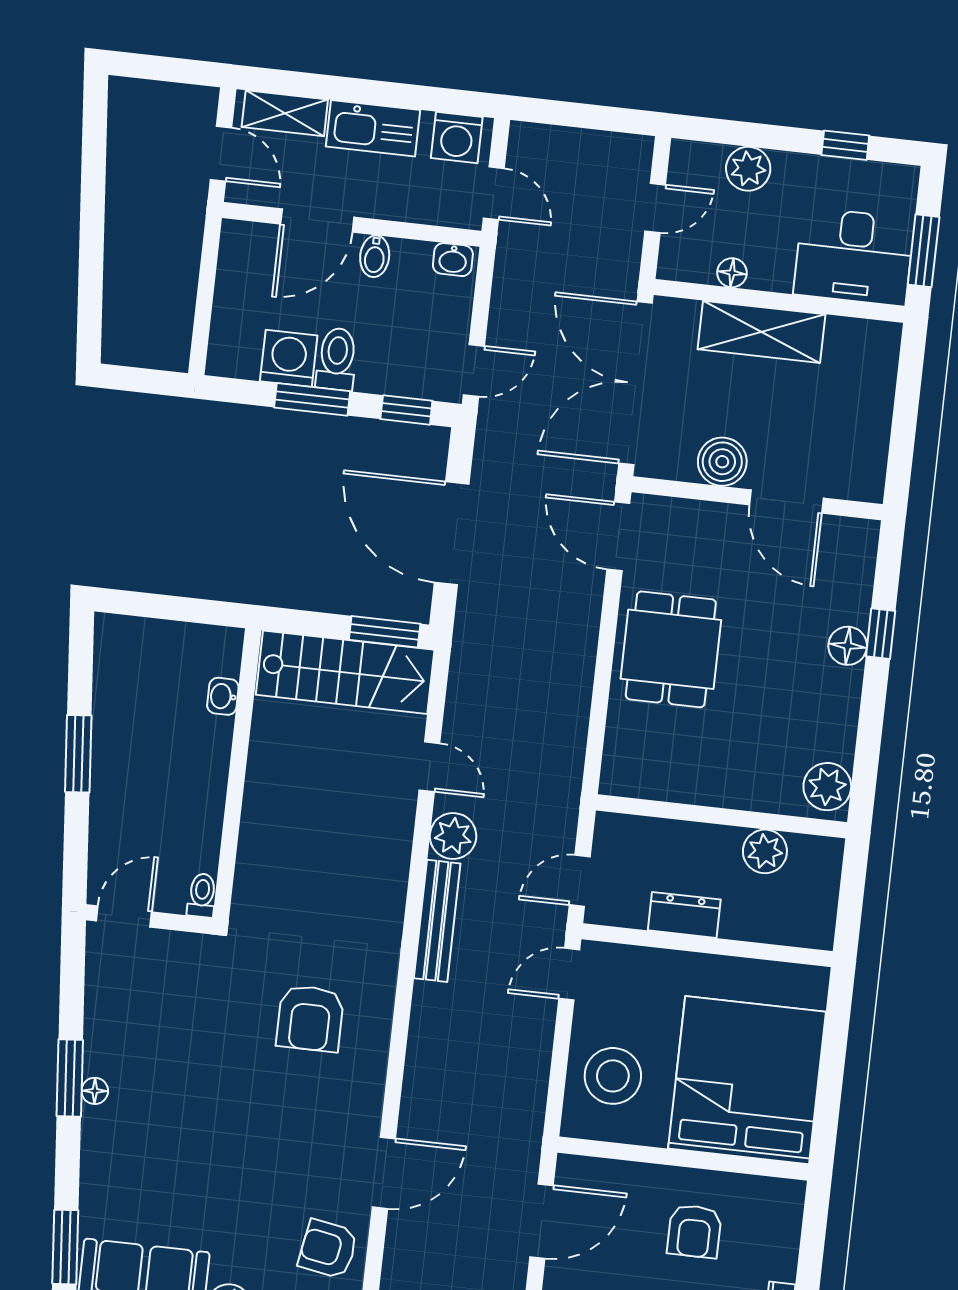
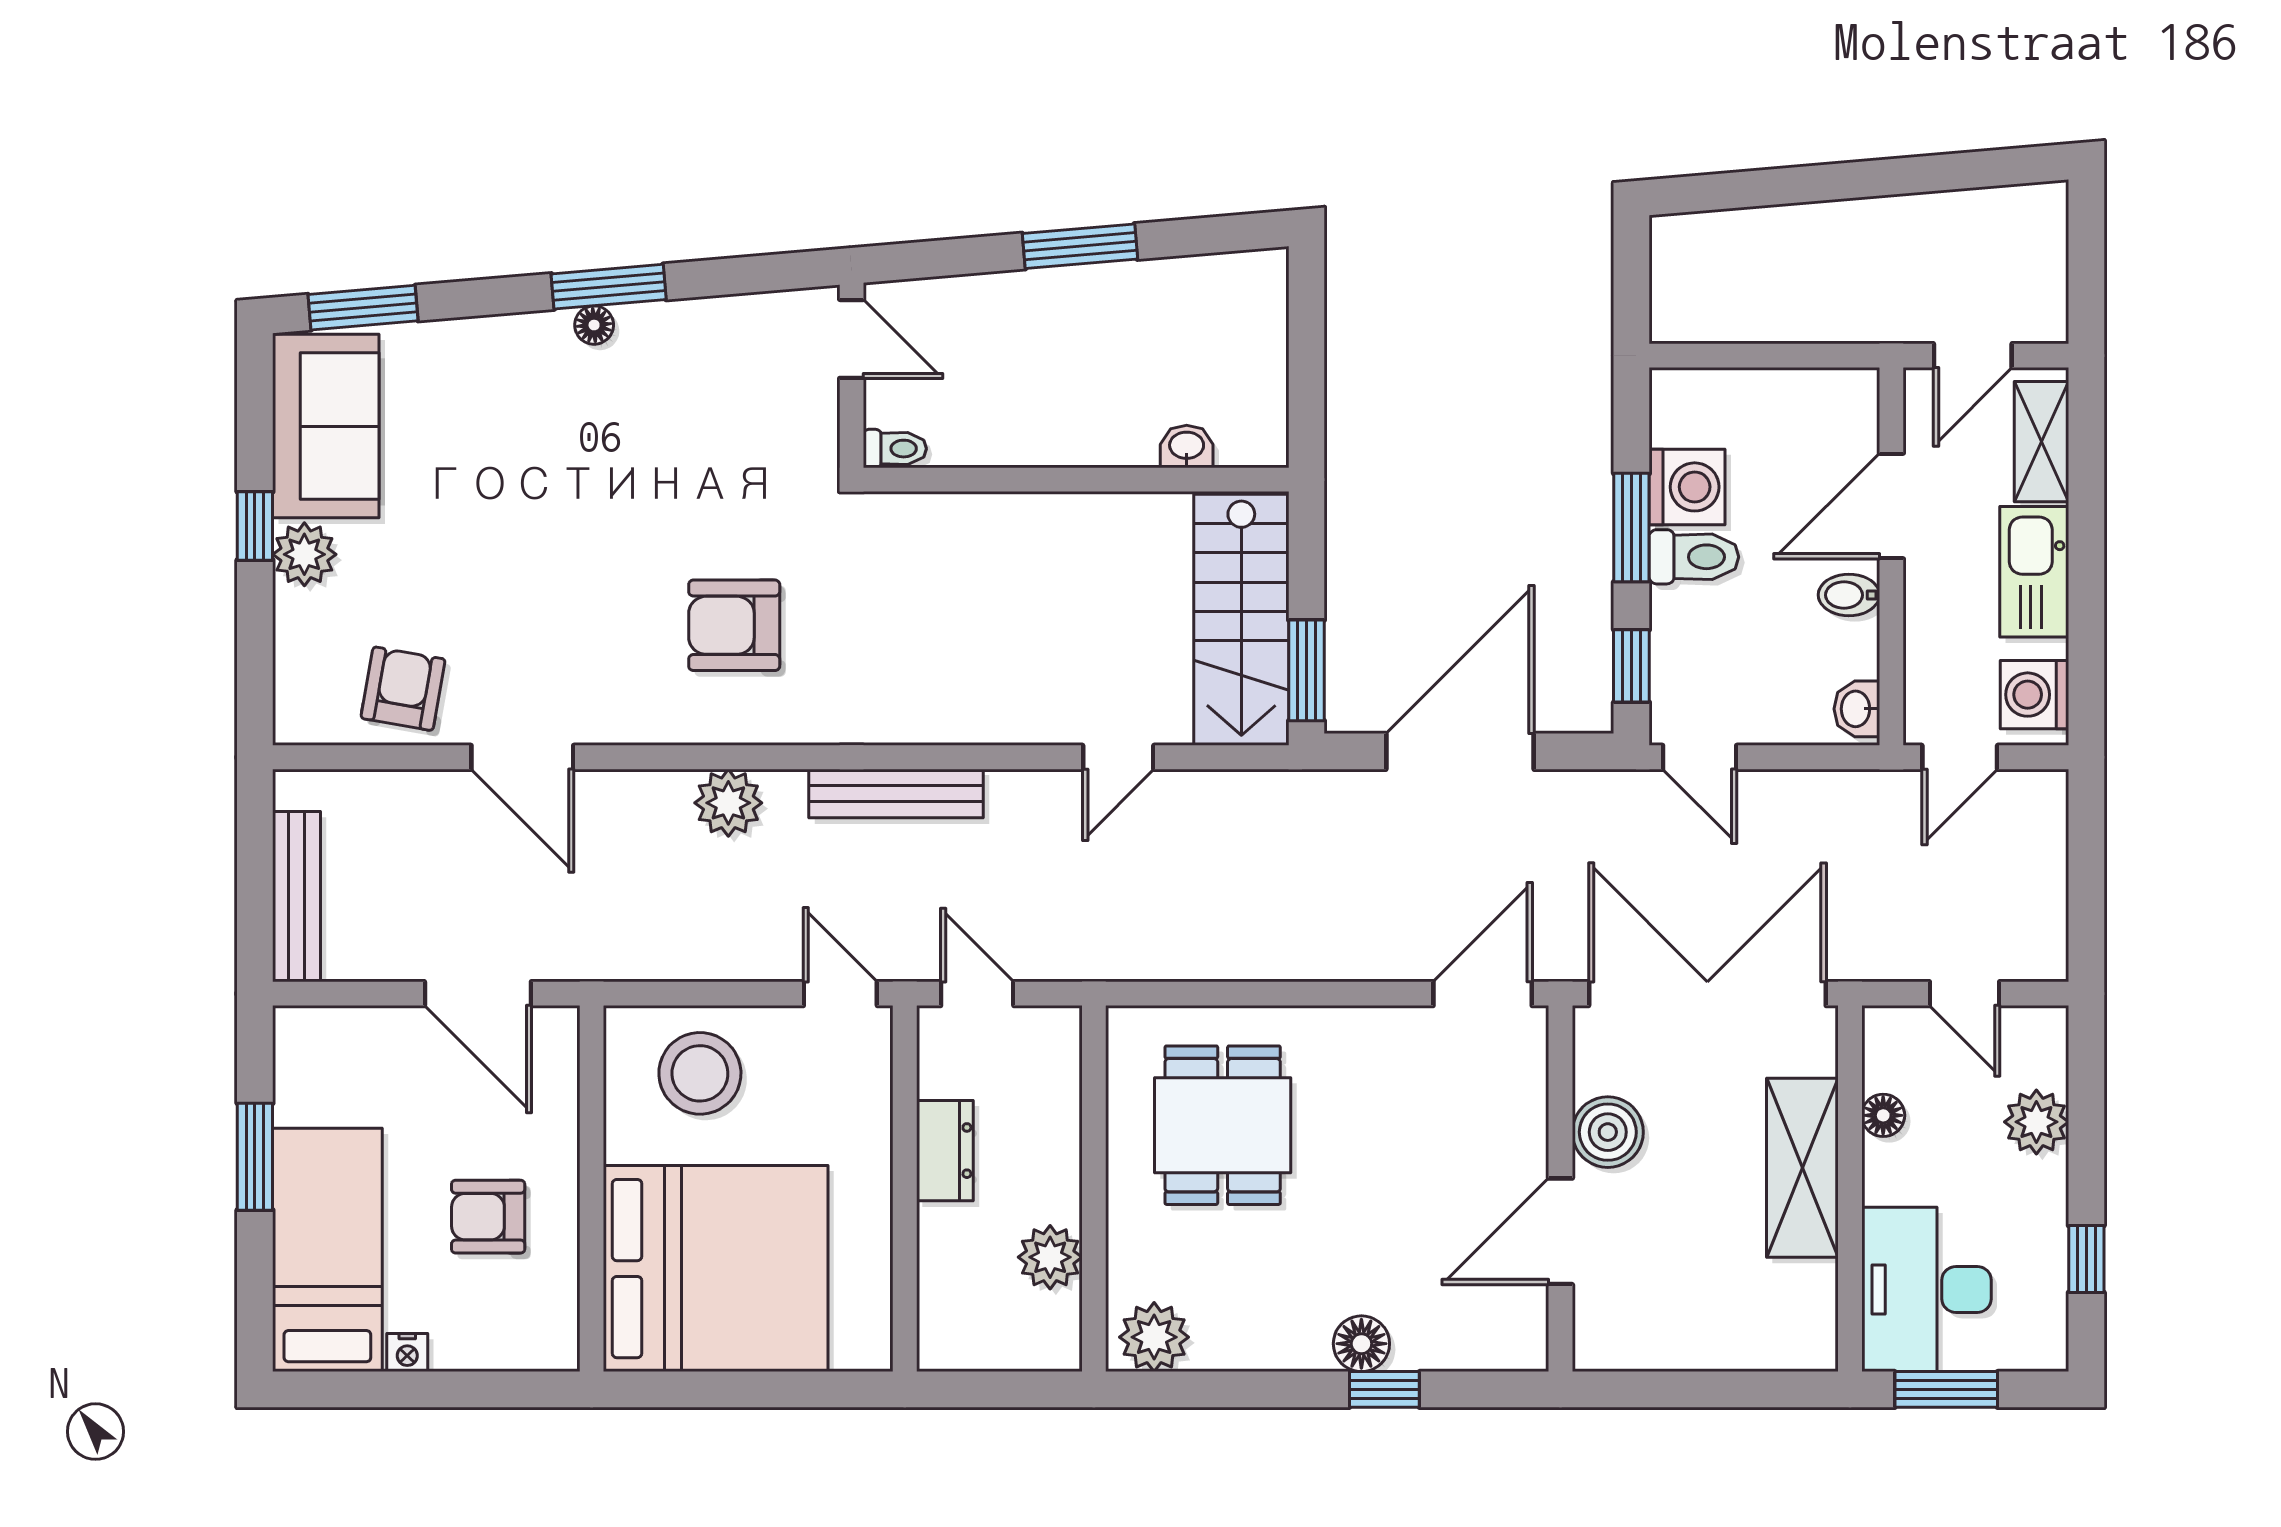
door: (317, 221) -> (1891, 506), hinge flipped
dining table: (671, 649) -> (1223, 1125), moved, turned 90
plant: (453, 836) -> (728, 803), moved

